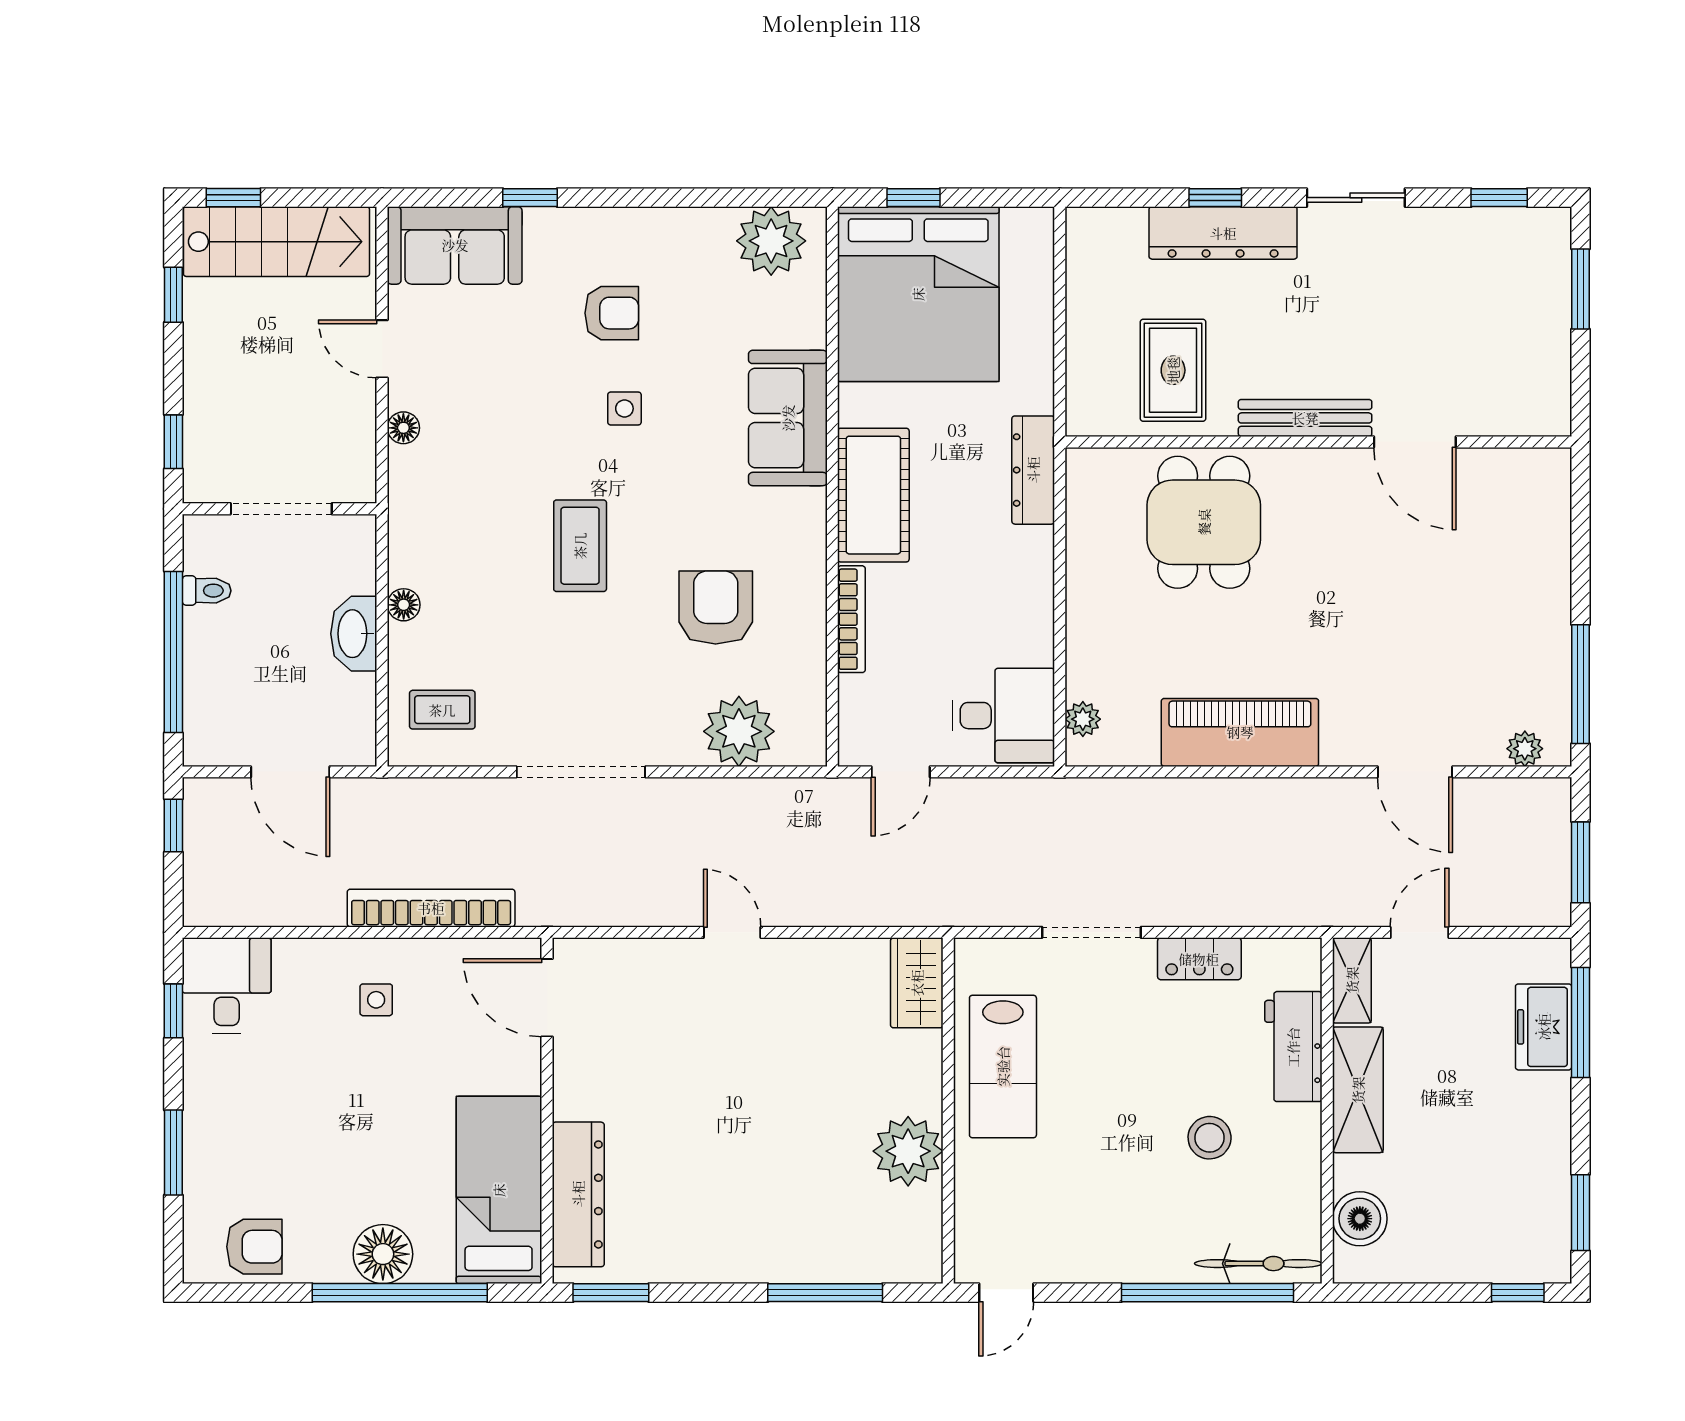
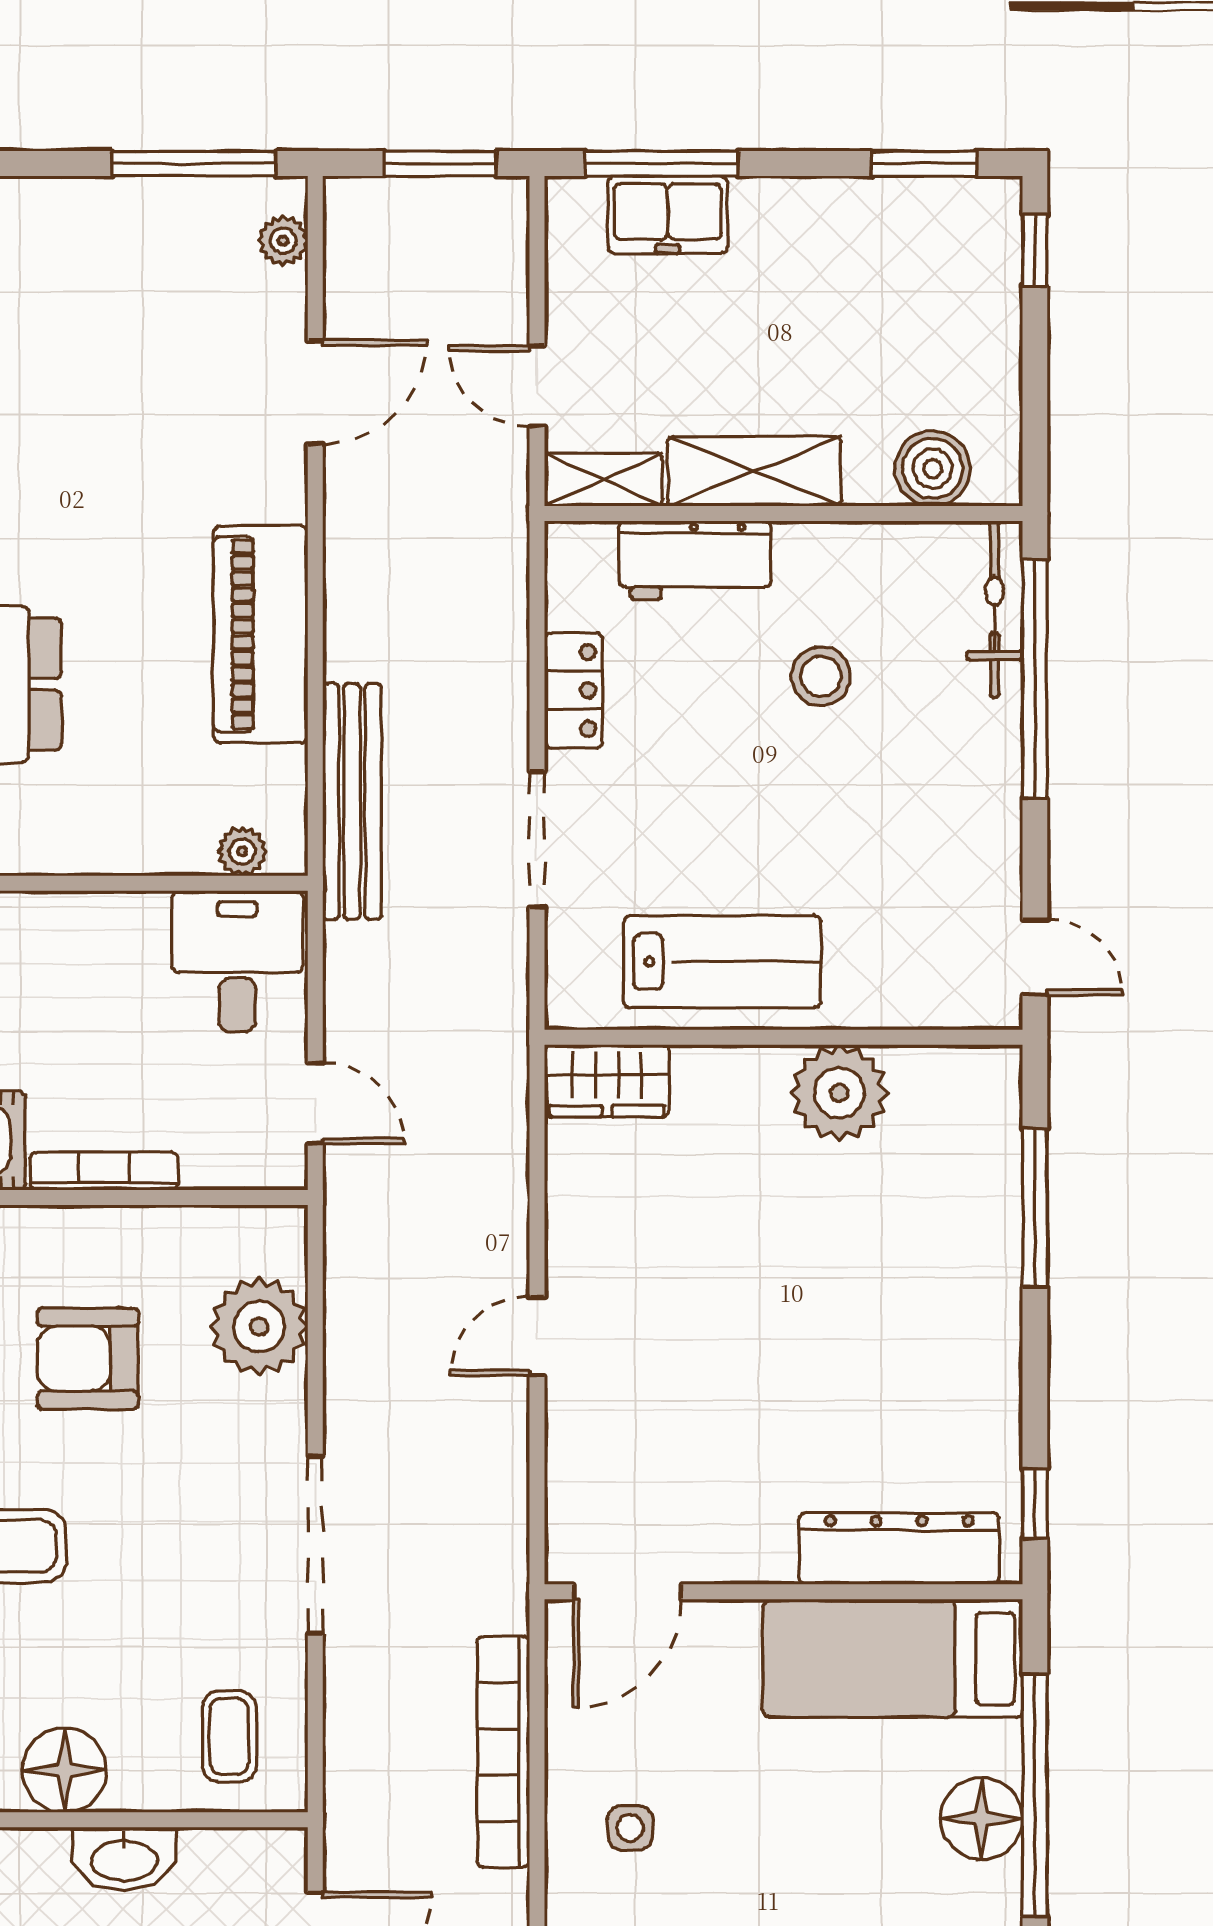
floor lamp: (404, 605) -> (64, 1770), width x1.89, depth x1.89
bench: (1119, 798) -> (352, 801), added
window: (611, 1293) -> (1035, 1504), width x0.67

